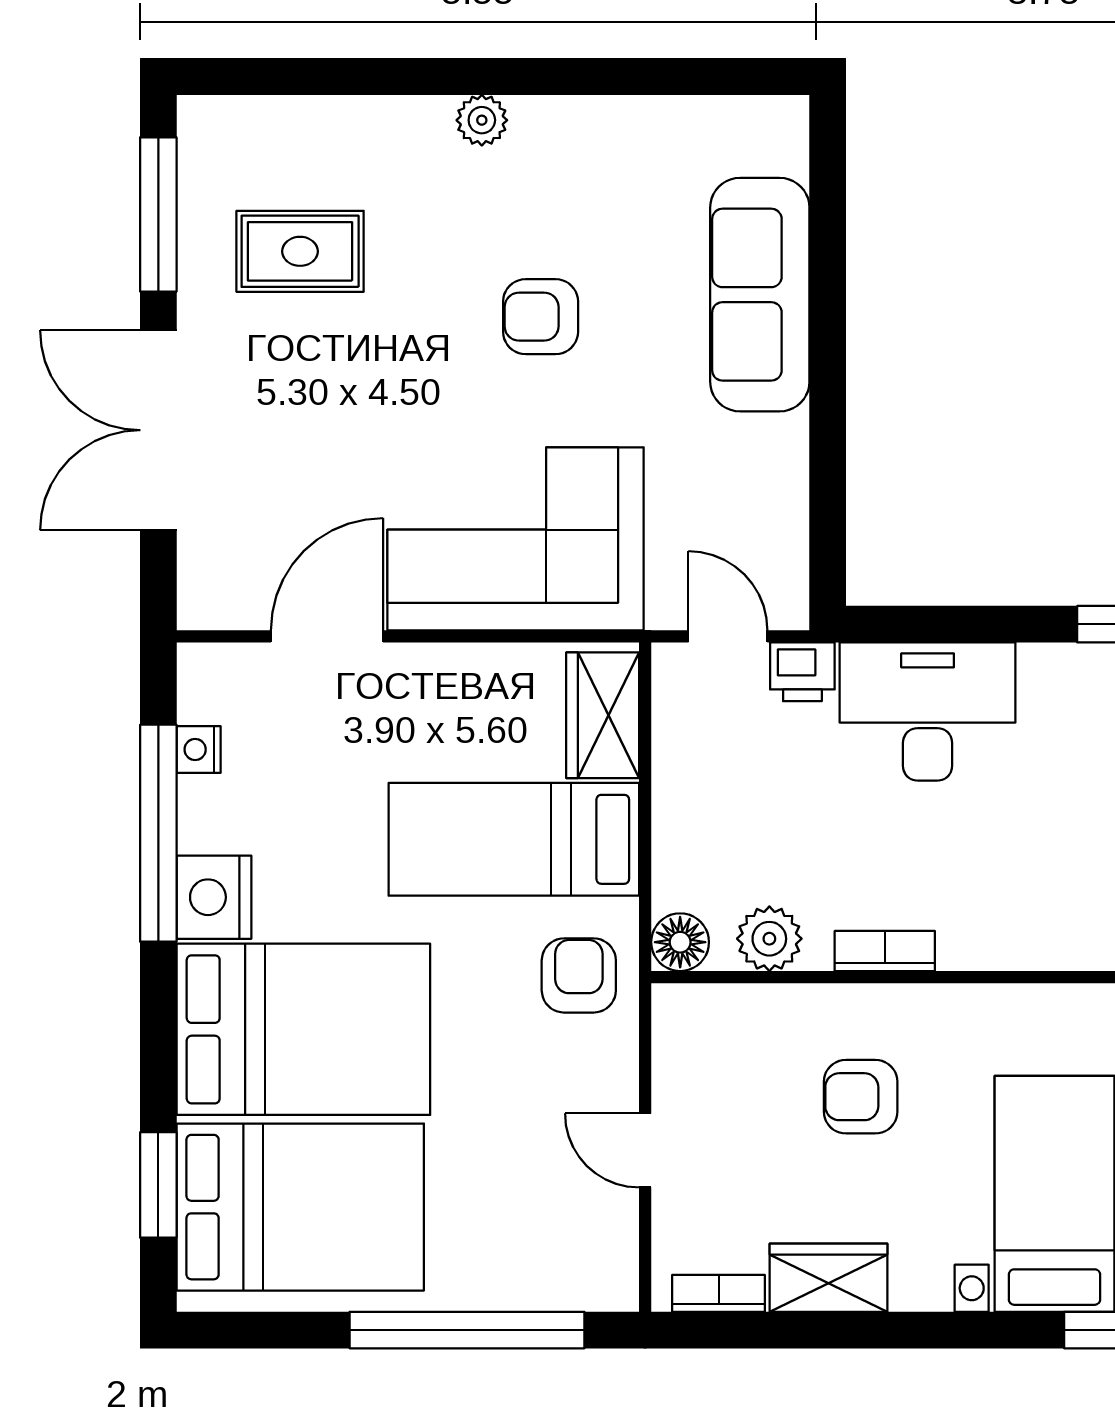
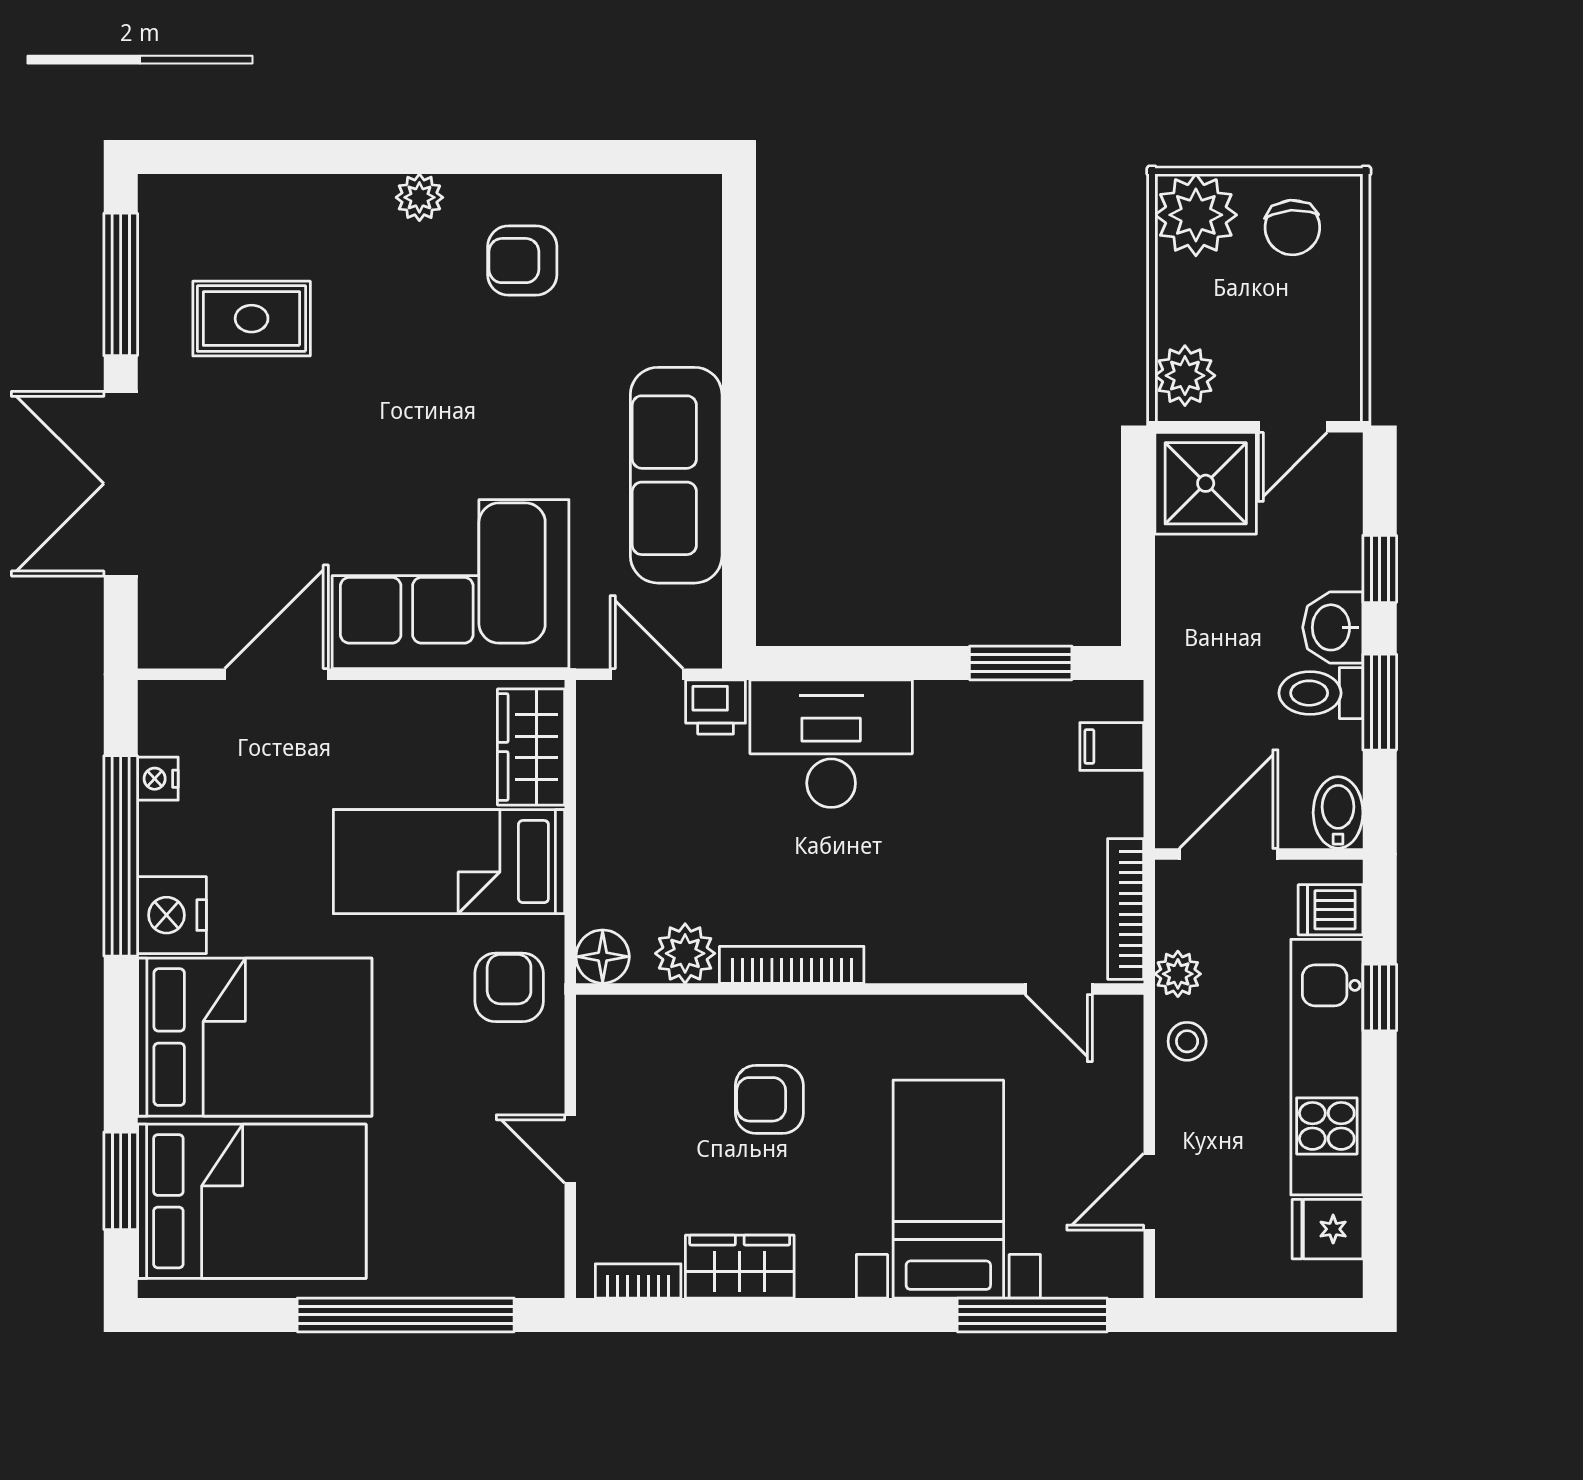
sofa: (760, 295) -> (676, 475), moved
armchair: (541, 317) -> (522, 261), moved
bookcase: (885, 951) -> (792, 965), width x1.56

